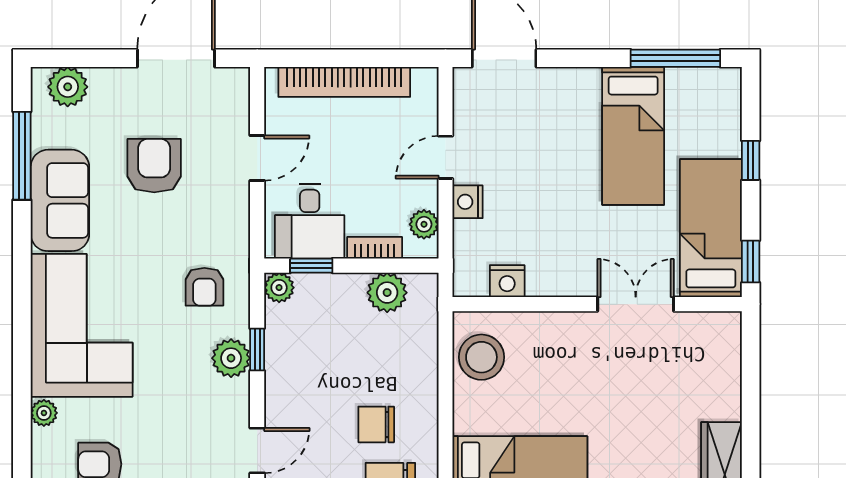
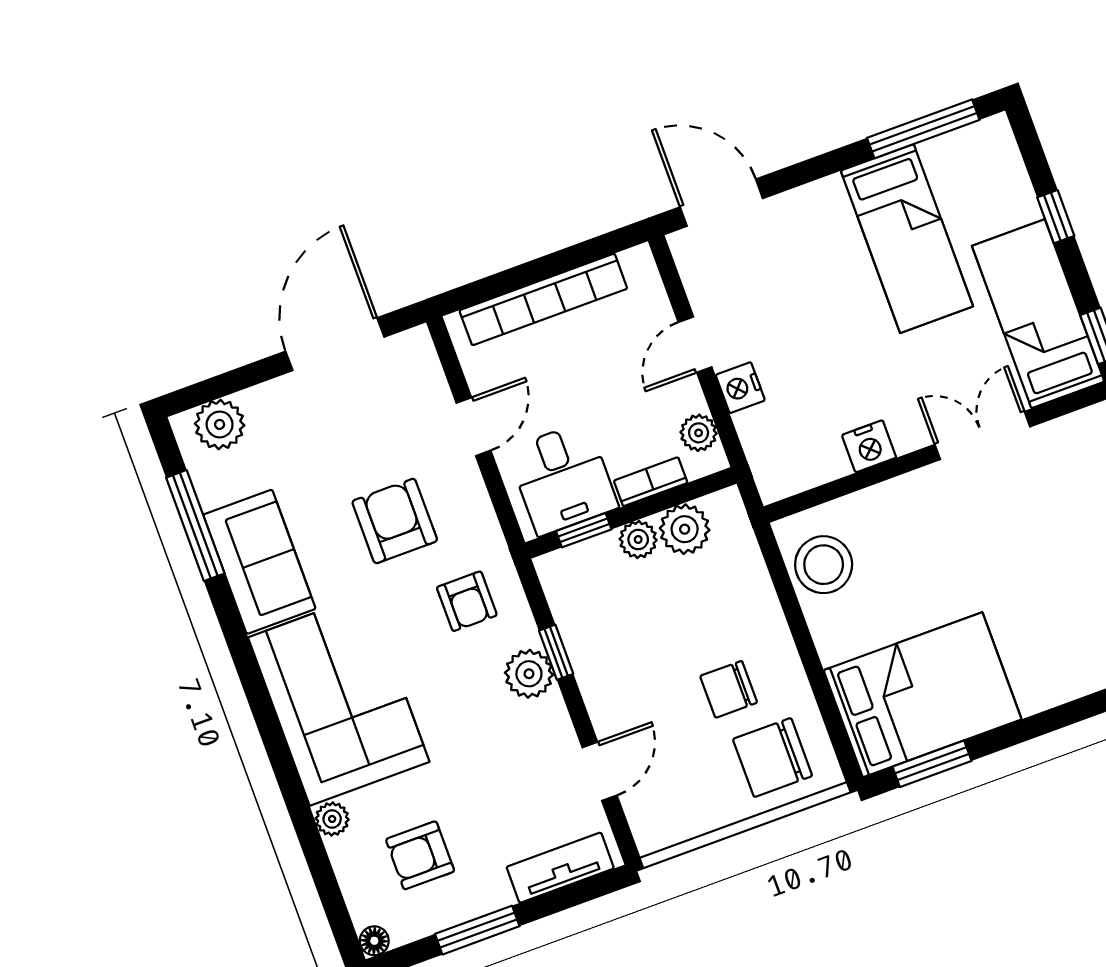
armchair: (154, 166) -> (395, 521), moved
nightstand: (507, 281) -> (869, 446), moved
plant: (279, 288) -> (638, 540), moved

